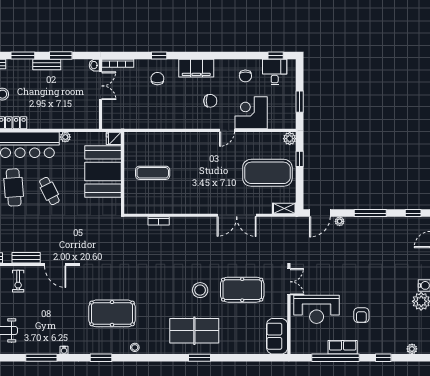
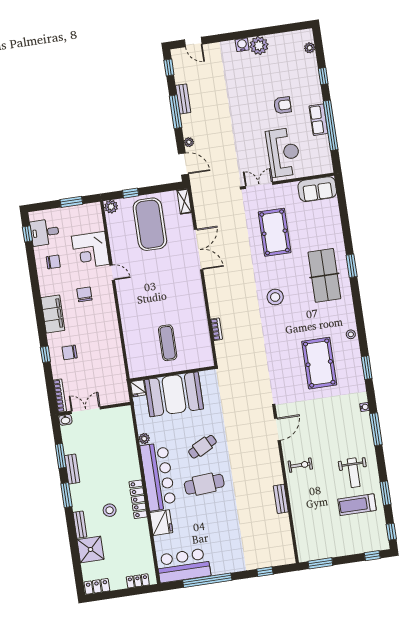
bench: (26, 258) -> (183, 99), moved
stool: (200, 290) -> (275, 297), moved

